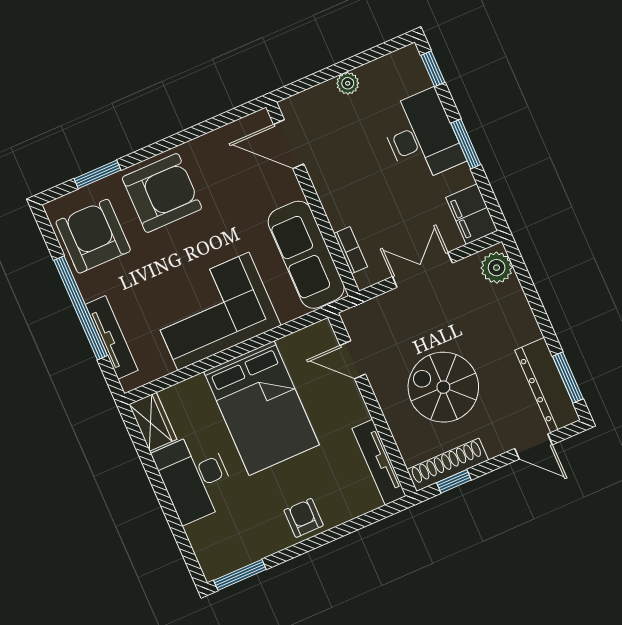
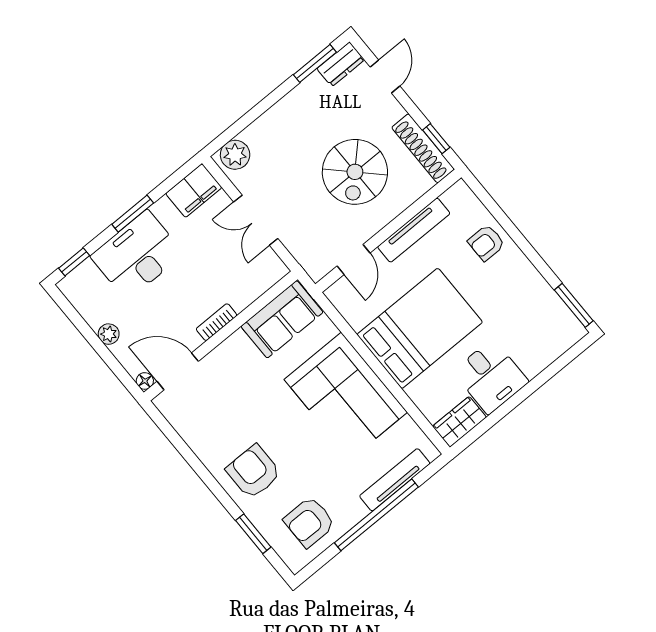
floor lamp: (288, 107) -> (145, 381), added
door: (289, 144) -> (178, 371), swing flipped
armchair: (162, 193) -> (253, 472), width x0.73, depth x0.73
armchair: (93, 236) -> (309, 522), width x0.73, depth x0.73
bookcase: (351, 250) -> (217, 322), moved
sofa: (306, 255) -> (282, 319), width x0.73
dresser: (548, 385) -> (341, 64), width x0.51, depth x0.80
tv unit: (379, 462) -> (414, 230), moved
desk: (195, 477) -> (491, 377), width x0.73
armchair: (304, 518) -> (486, 243), moved

